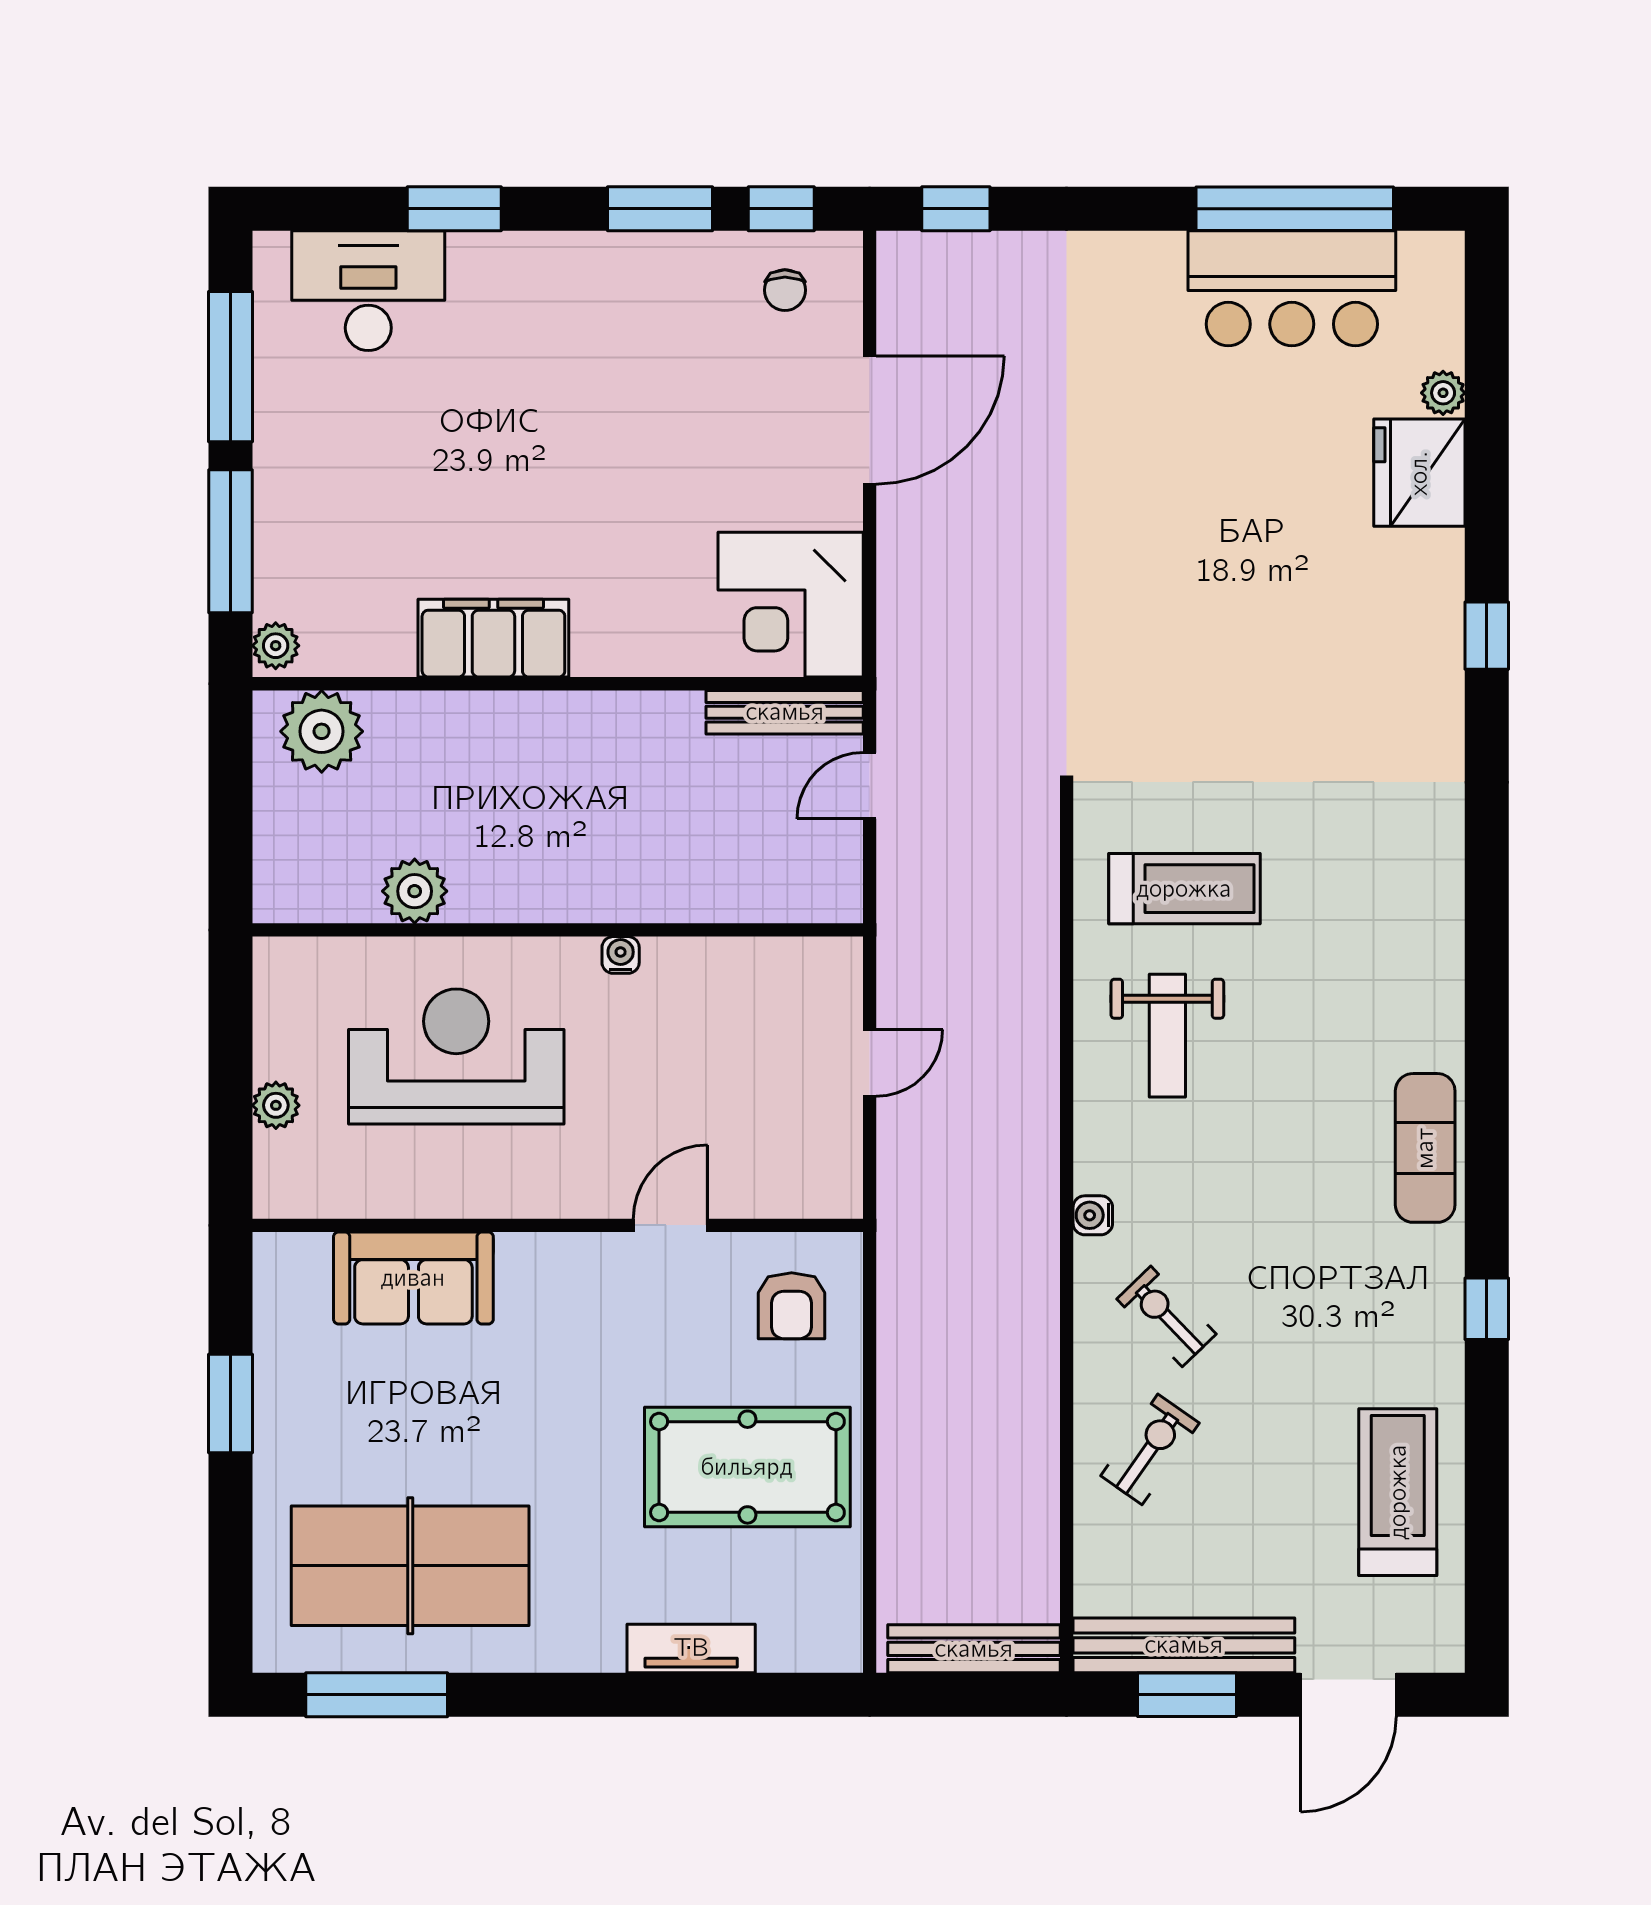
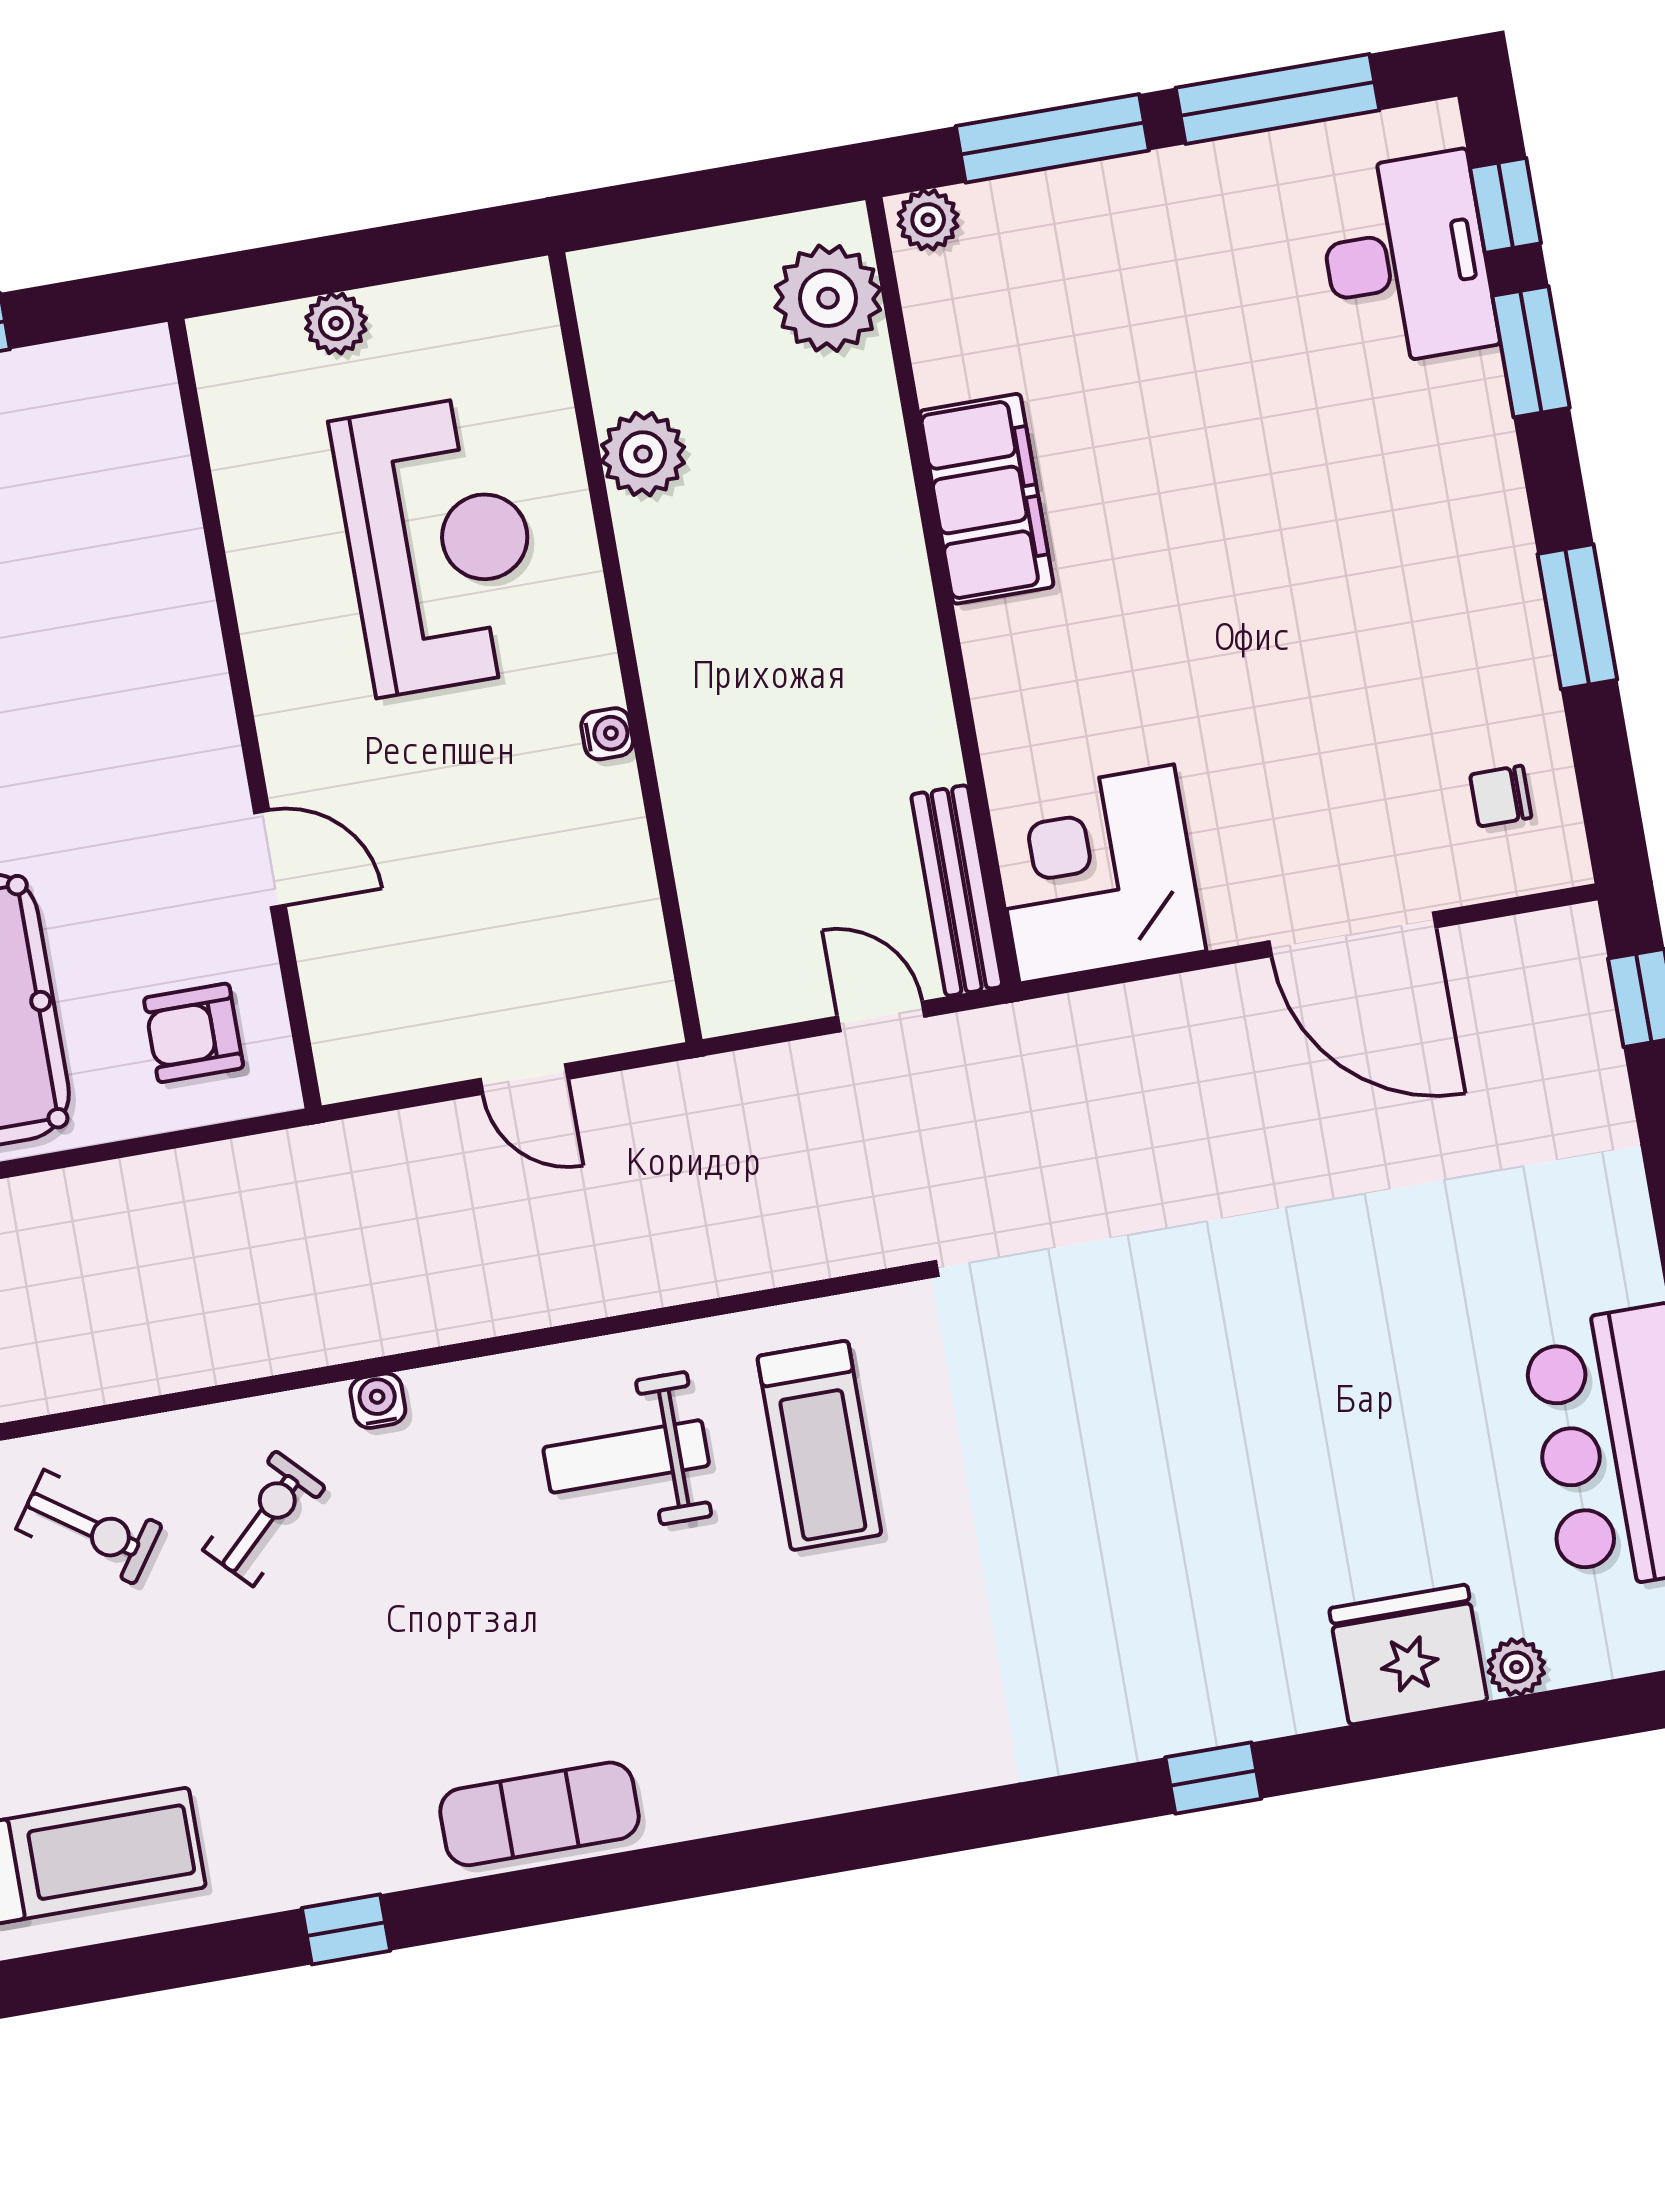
window: (781, 209) -> (1505, 205), moved
sofa: (413, 1278) -> (144, 539), removed

